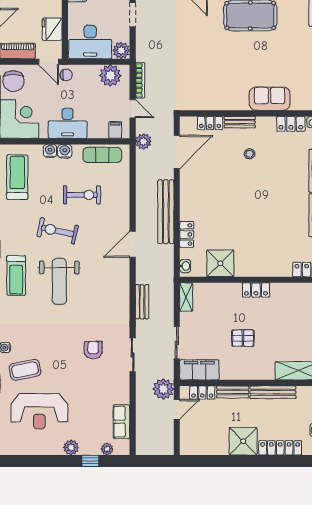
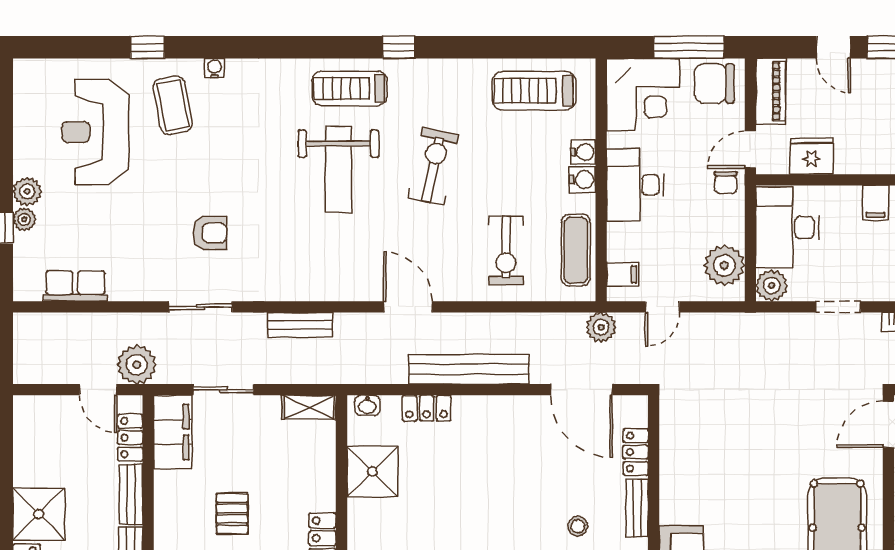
bookcase: (140, 80) -> (716, 321), removed
treadmill: (17, 177) -> (534, 91), turned 180
exercise bike: (82, 195) -> (506, 250), moved
weight bench: (59, 281) -> (339, 169), turned -90
plant: (107, 449) -> (24, 219), moved

